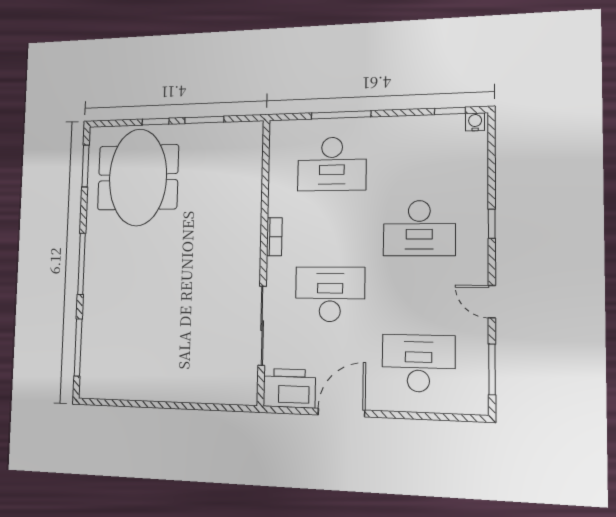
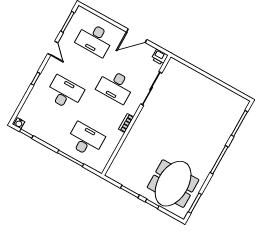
printer: (289, 388) -> (160, 57), width x0.53, depth x0.68

